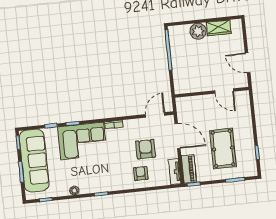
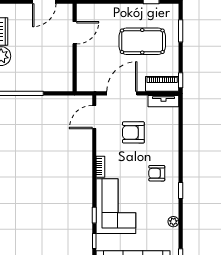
door: (155, 115) -> (94, 117), hinge flipped
armchair: (141, 173) -> (157, 173), moved

